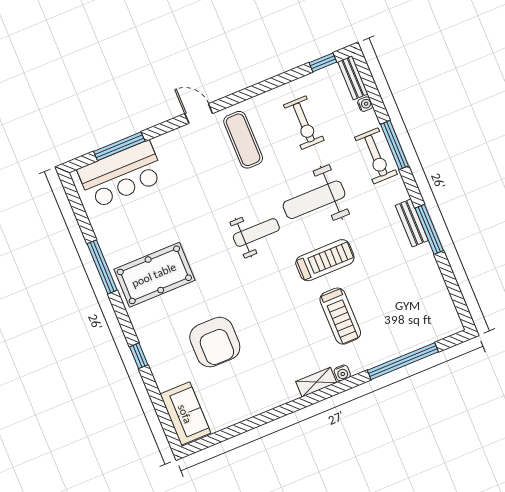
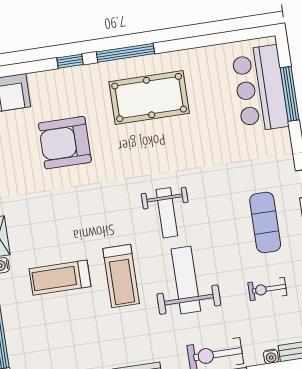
exercise bike: (304, 123) -> (267, 289), width x0.73, depth x0.72
exercise mat: (243, 140) -> (265, 222), turned 90
window: (102, 267) -> (125, 53), moved
pool table: (154, 275) -> (149, 98), turned 90

